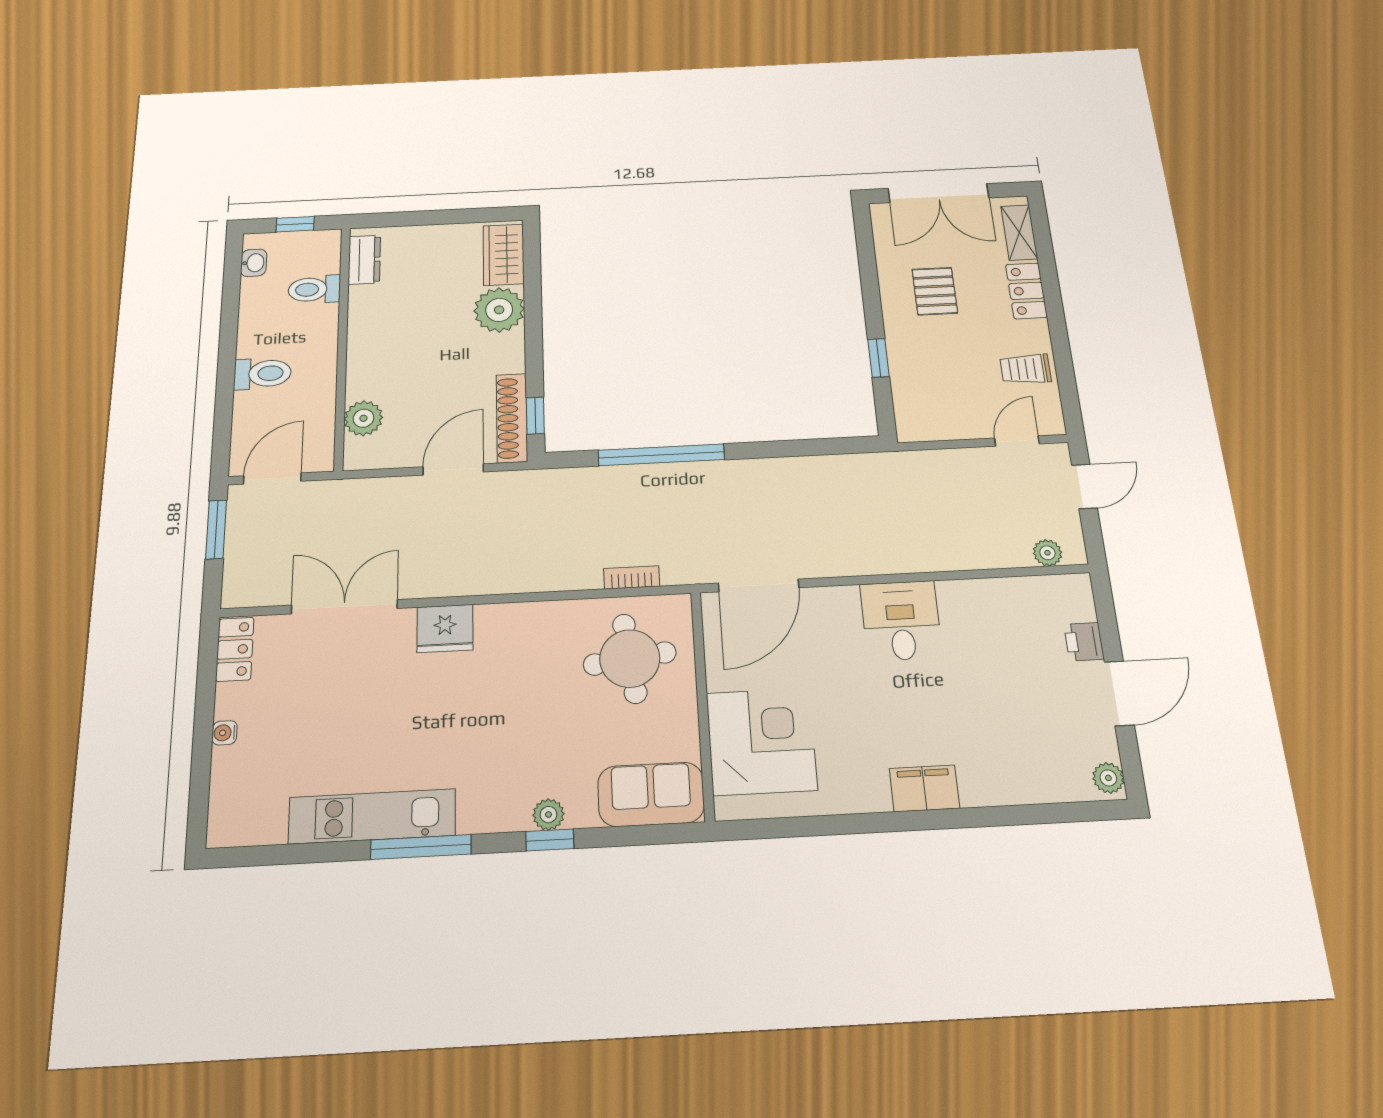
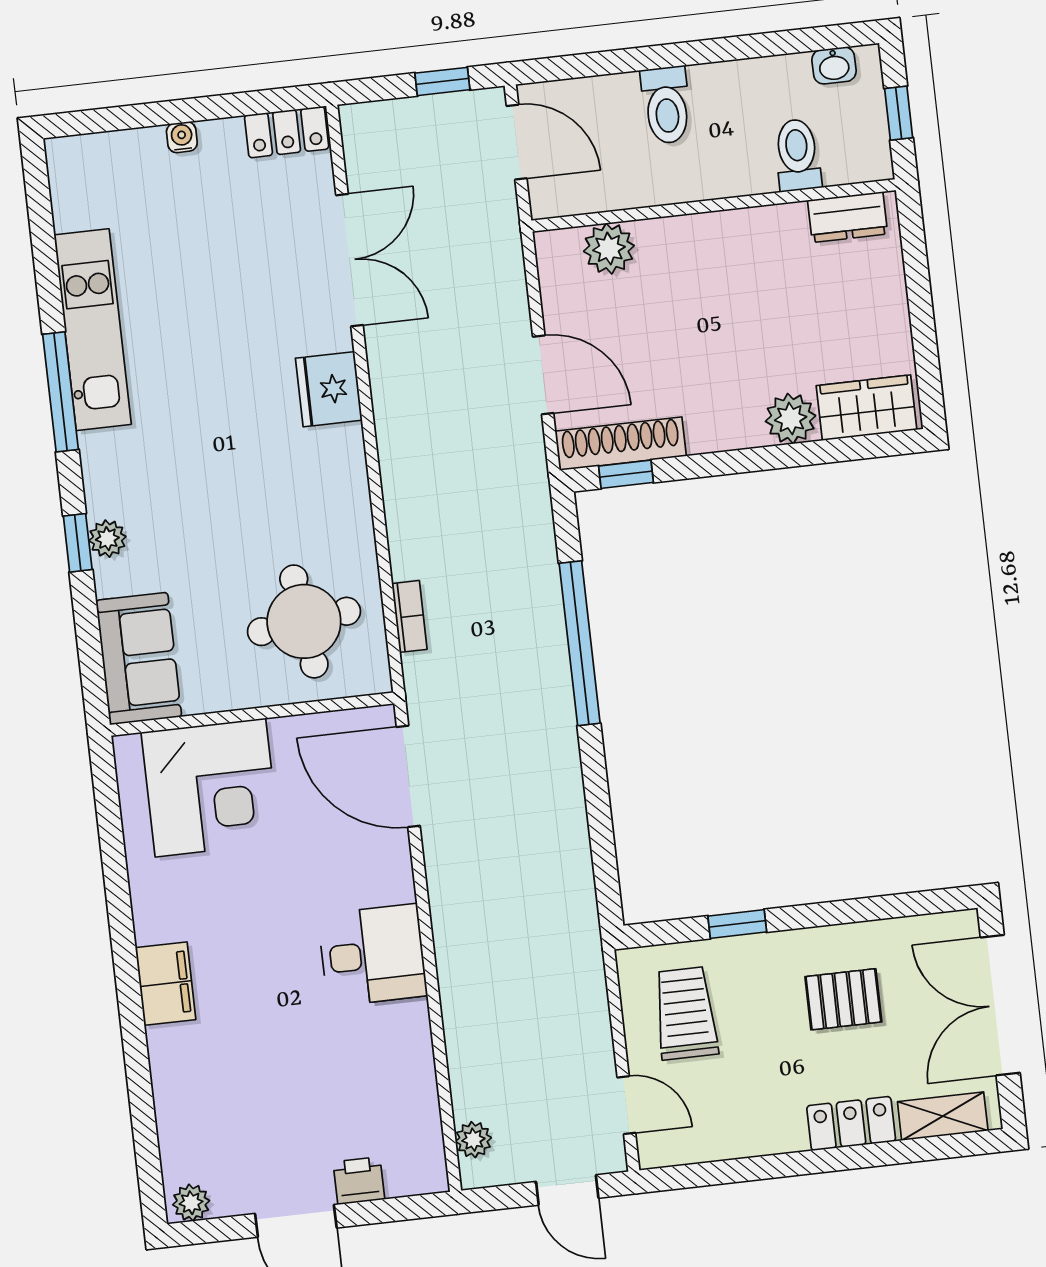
plant: (499, 310) -> (791, 419), width x0.73, depth x0.73
trolley: (1026, 369) -> (686, 1013), moved, width x1.36, depth x1.39
window: (216, 529) -> (442, 81), width x0.67

